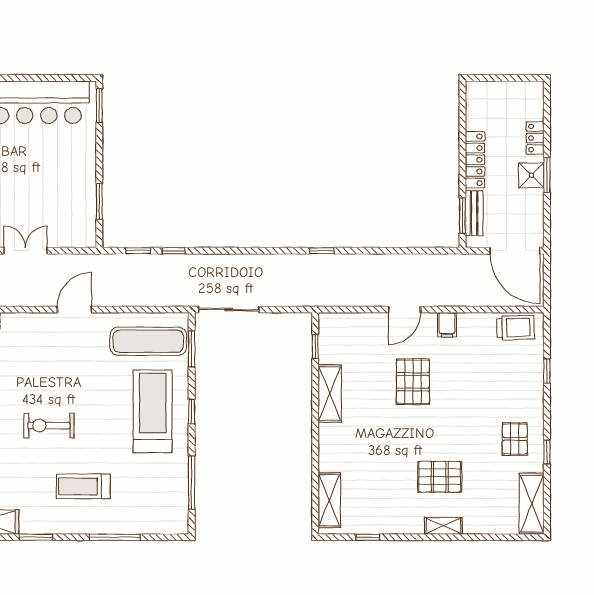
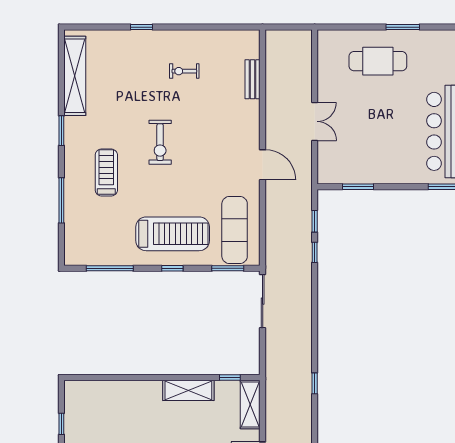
exercise bike: (49, 426) -> (160, 142), turned 180
shelving: (329, 500) -> (250, 404), moved, turned 90

